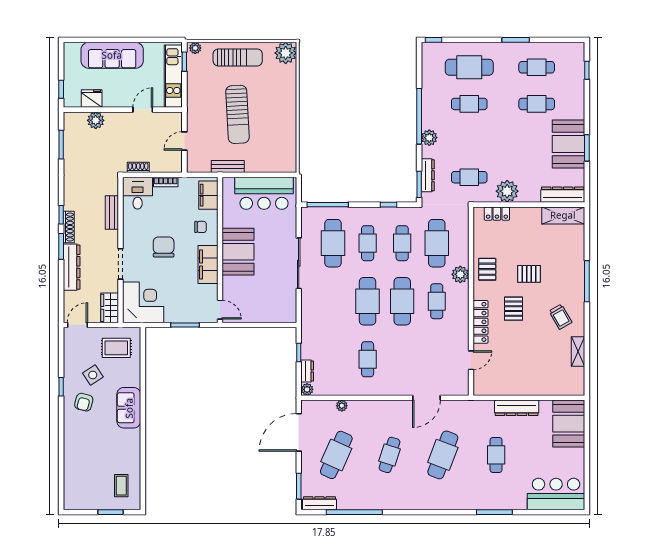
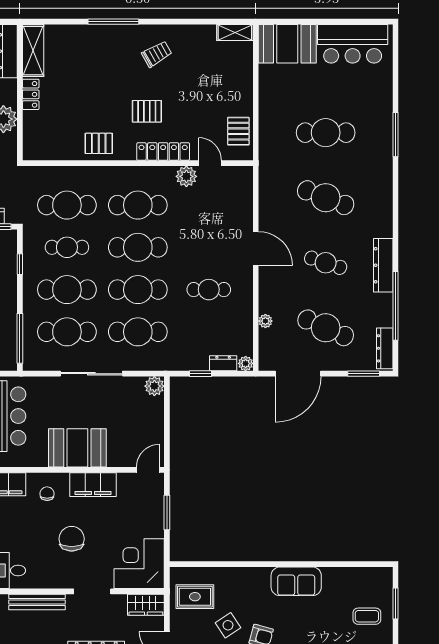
bench: (112, 213) -> (37, 602), width x1.36
locker: (497, 214) -> (31, 94), moved
cafe table: (368, 243) -> (67, 290), width x1.37, depth x1.35
chair: (164, 247) -> (72, 539), turned 90
plant: (460, 274) -> (186, 176), moved
pallet: (529, 274) -> (238, 131), moved
cafe table: (333, 301) -> (138, 332), added
cafe table: (437, 301) -> (138, 205), width x1.37, depth x1.35
plant: (289, 315) -> (154, 386), added
rug: (116, 348) -> (195, 597), turned 90
shelving: (578, 351) -> (235, 33), moved
door: (426, 398) -> (256, 248), moved
sofa: (129, 408) -> (296, 581), moved
dresser: (517, 408) -> (383, 265), moved, turned 180
door: (299, 432) -> (298, 374), hinge flipped
cafe table: (496, 455) -> (326, 133), width x1.37, depth x1.35
coffee table: (121, 486) -> (367, 616), moved
bar counter: (556, 494) -> (353, 44), moved, turned -90

